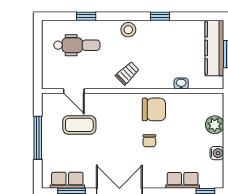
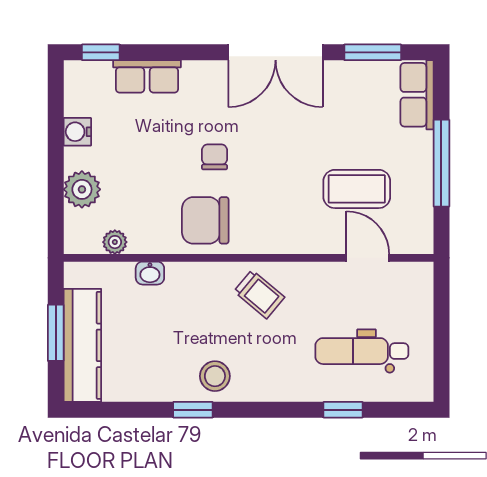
stool: (128, 30) -> (215, 376), moved
trolley: (127, 73) -> (259, 294), turned -96
plant: (198, 99) -> (115, 242), added
row of seats: (67, 180) -> (417, 95), moved, turned 90

